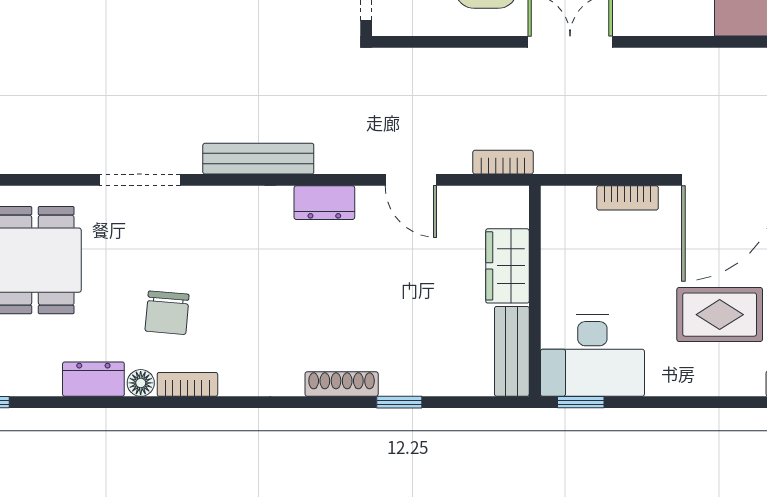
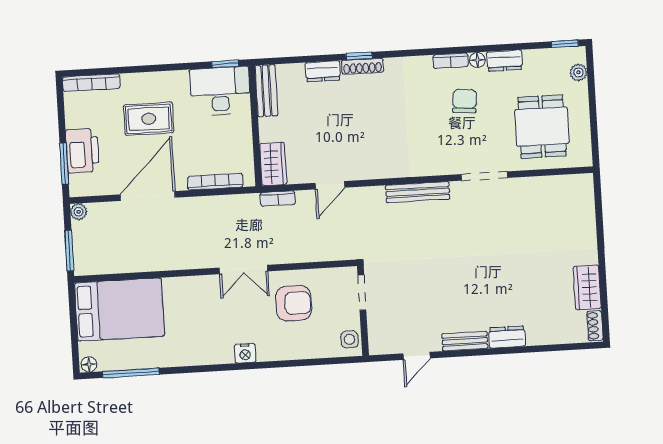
door: (411, 180) -> (330, 185), swing flipped
bookcase: (628, 198) -> (215, 182), width x1.56
dresser: (324, 203) -> (323, 71), moved, turned 180
wardrobe: (507, 266) -> (273, 164), moved
window: (399, 402) -> (359, 56), moved

